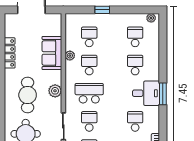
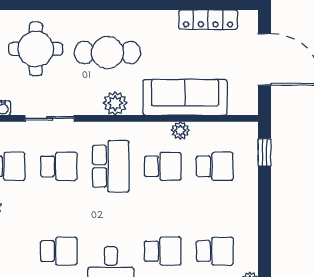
window: (102, 10) -> (264, 152), moved
locker: (10, 53) -> (208, 20), moved
sofa: (52, 53) -> (185, 97), width x1.36

